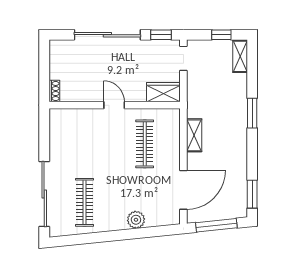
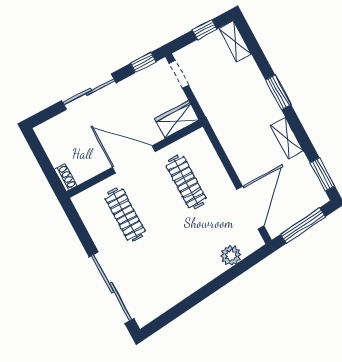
sliding door: (107, 35) -> (89, 92), width x0.73
door: (114, 105) -> (134, 159), width x1.87
shelving: (194, 135) -> (287, 138), moved
clothes rail: (85, 202) -> (125, 215), moved
plant: (136, 220) -> (231, 255), moved

